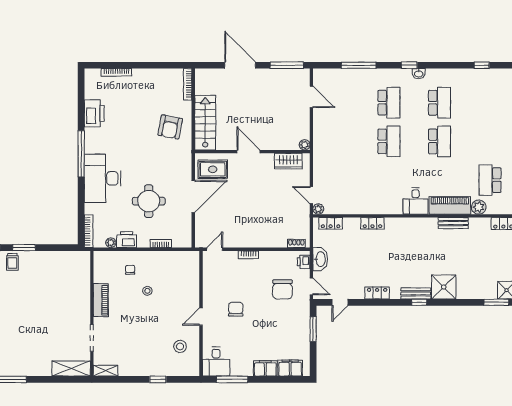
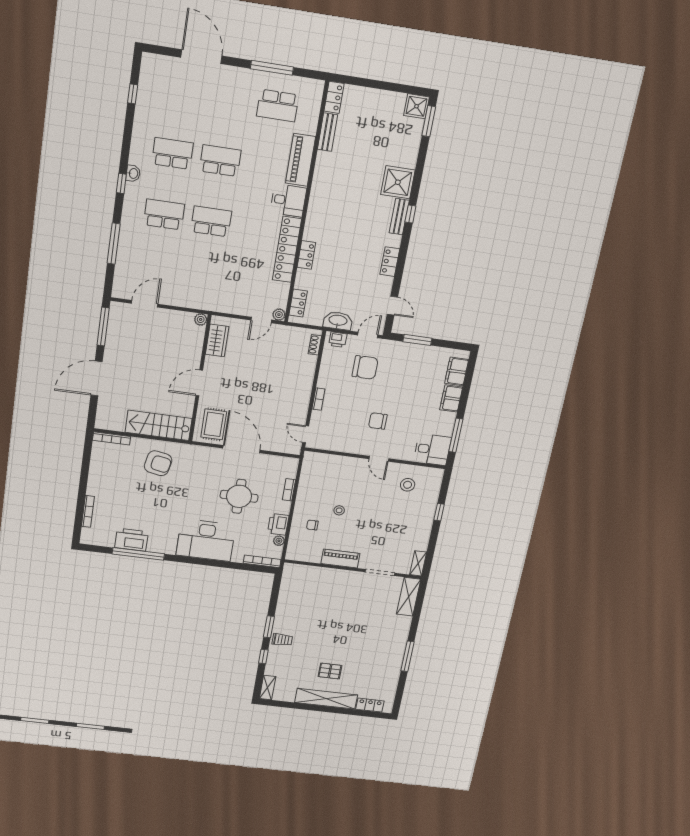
window: (81, 154) -> (138, 554), moved
locker: (375, 207) -> (287, 249), added
plant: (479, 207) -> (309, 125), removed
bench: (453, 223) -> (328, 132), moved

